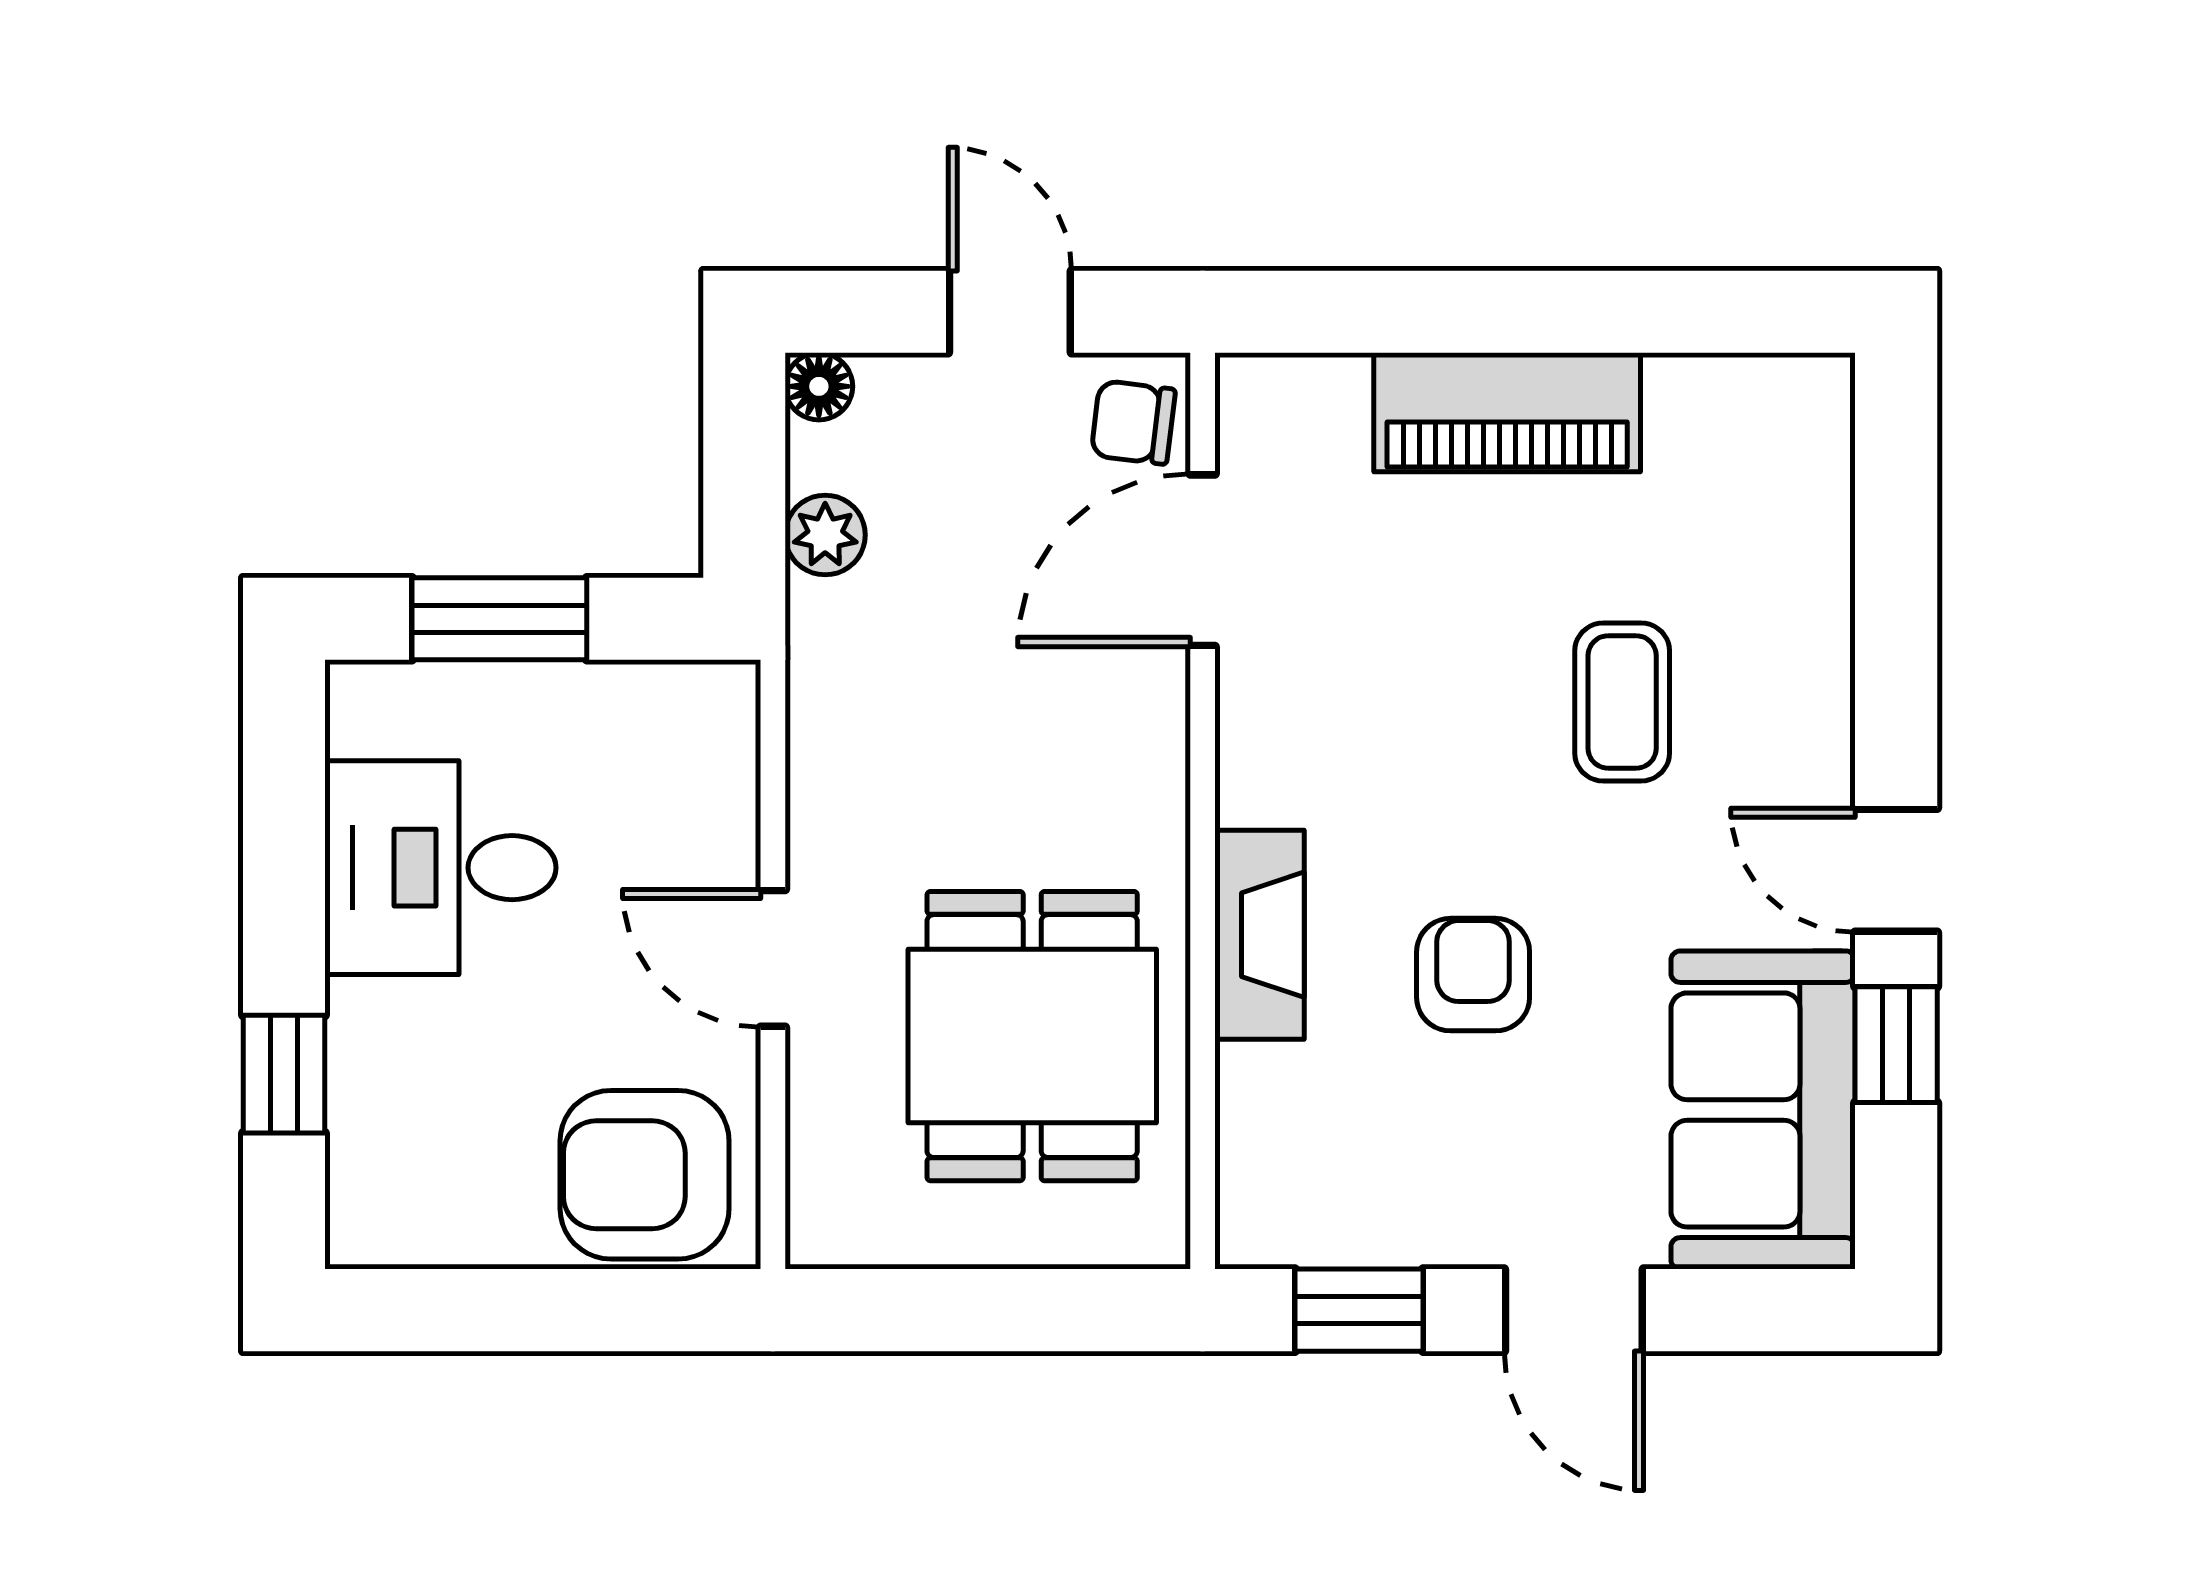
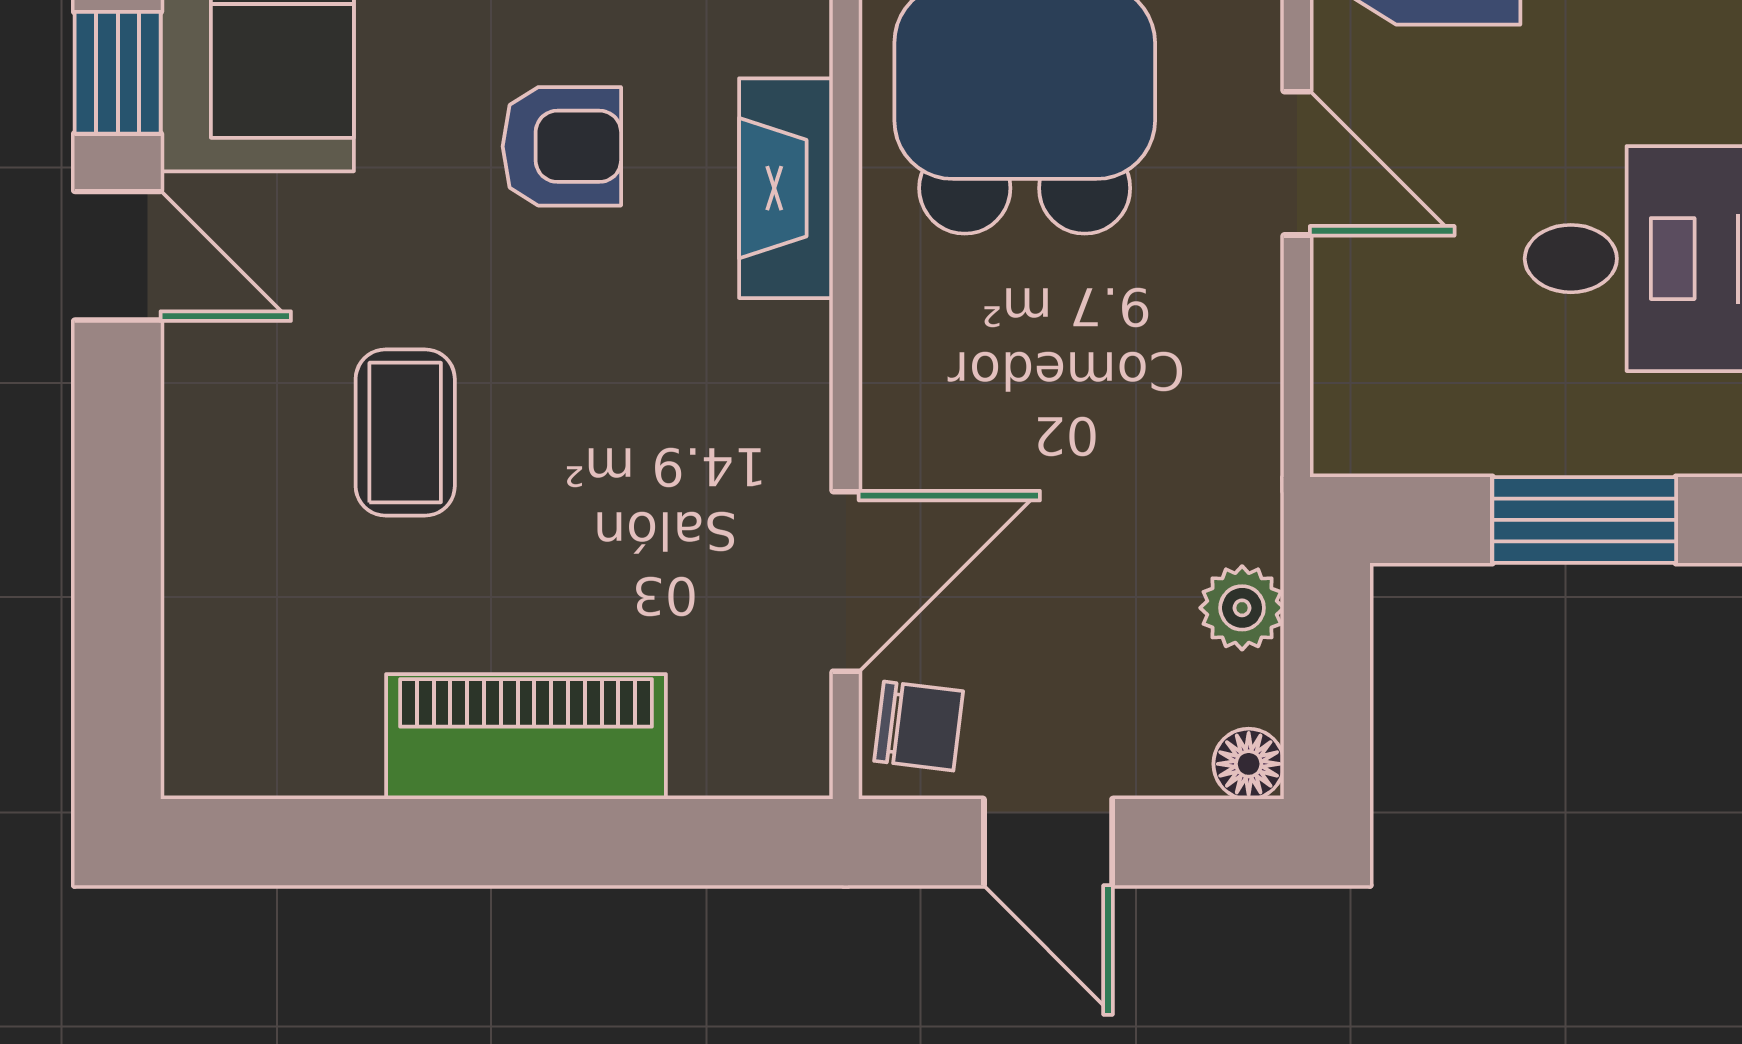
armchair: (1473, 975) -> (562, 146), turned -90

